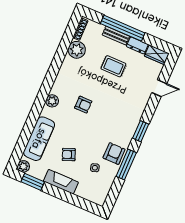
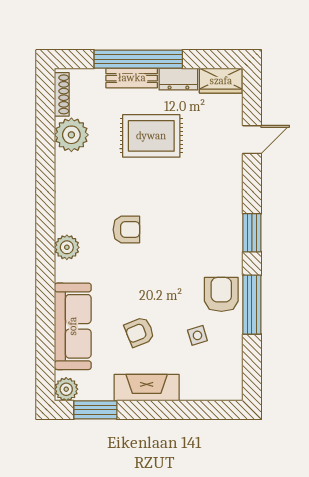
rug: (113, 66) -> (151, 136), width x1.36, depth x1.43

